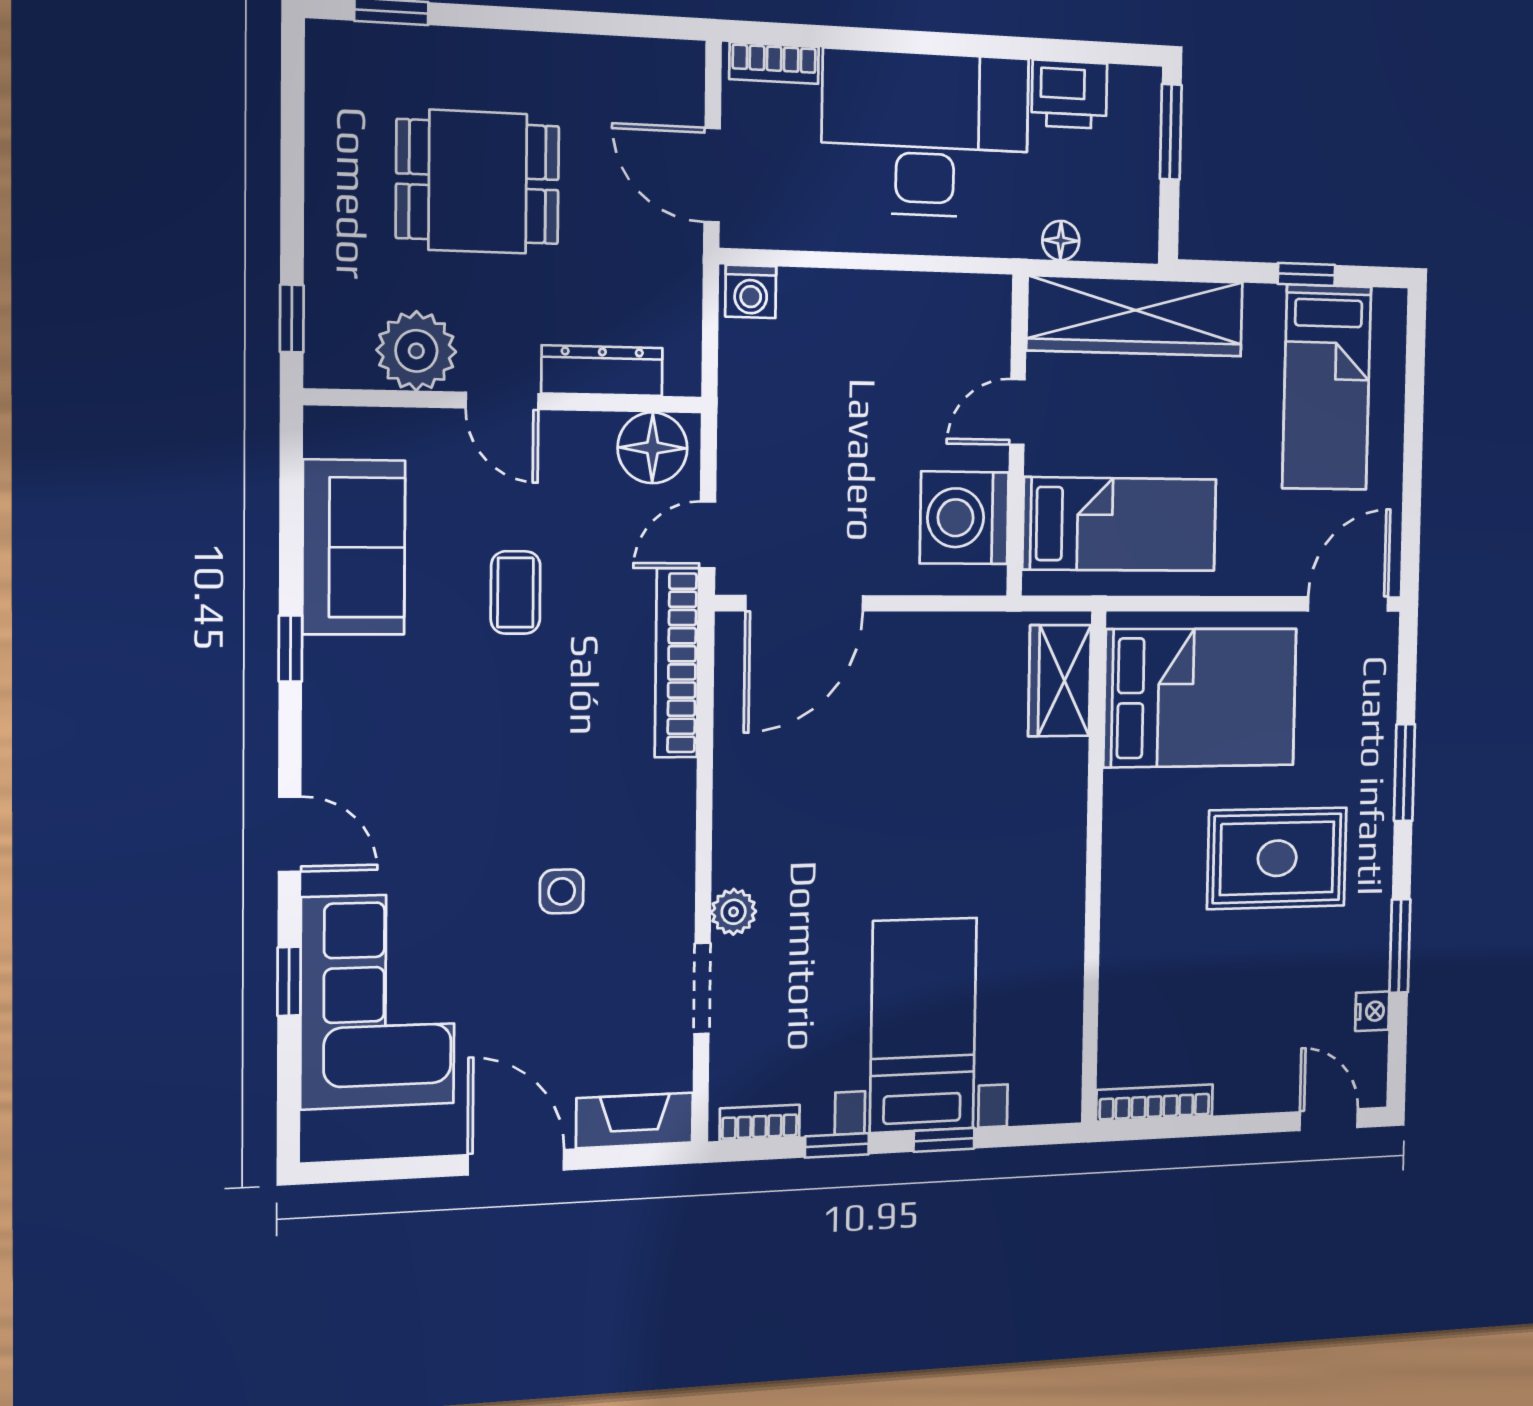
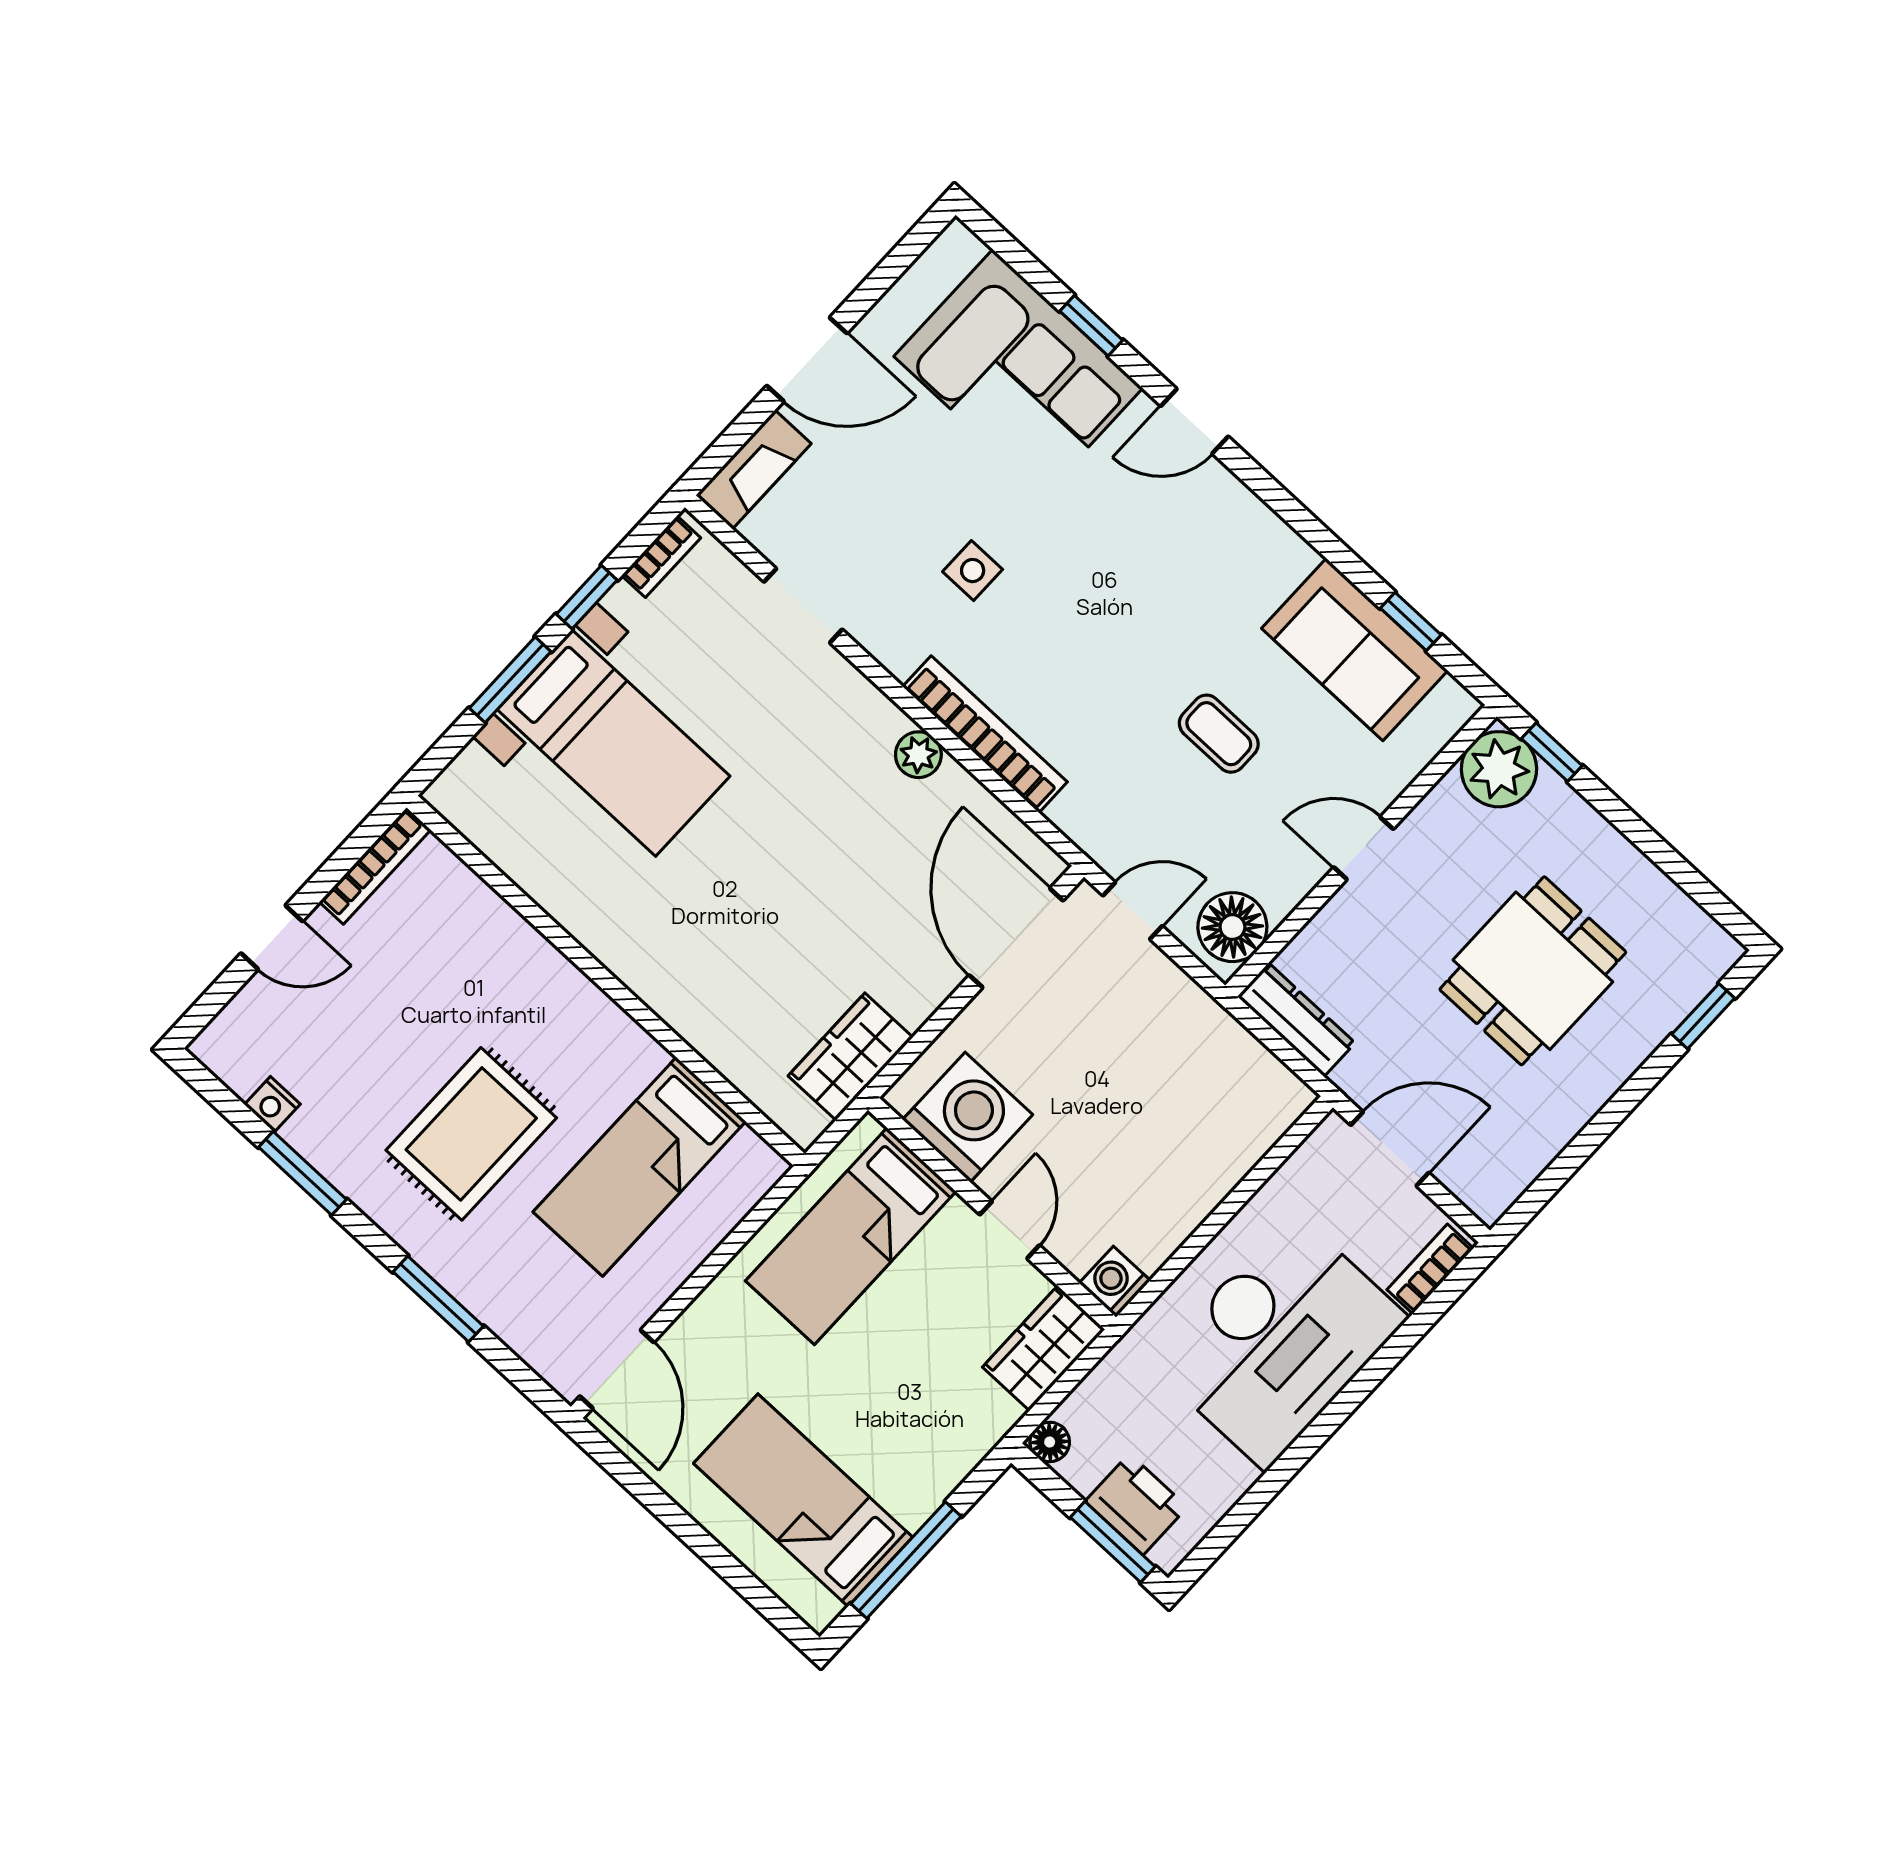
printer: (1069, 94) -> (1136, 1504), moved, turned 90
floor lamp: (1061, 241) -> (1050, 1442), moved
window: (1306, 274) -> (906, 1560), width x2.17
washing machine: (751, 291) -> (1115, 1282), moved
wardrobe: (1135, 316) -> (1044, 1348), width x0.48, depth x0.85
plant: (416, 351) -> (1499, 769), moved
dresser: (602, 371) -> (1296, 1020), moved, turned -90
door: (708, 535) -> (1133, 911), hinge flipped
window: (290, 648) -> (1411, 622), moved
bookcase: (677, 663) -> (985, 734), moved
wardrobe: (1060, 681) -> (850, 1057), moved, turned -90
bed: (1200, 698) -> (639, 1167), width x0.67
plant: (734, 912) -> (918, 755), moved
door: (1329, 1120) -> (272, 937), moved
window: (944, 1140) -> (510, 680), width x1.50

